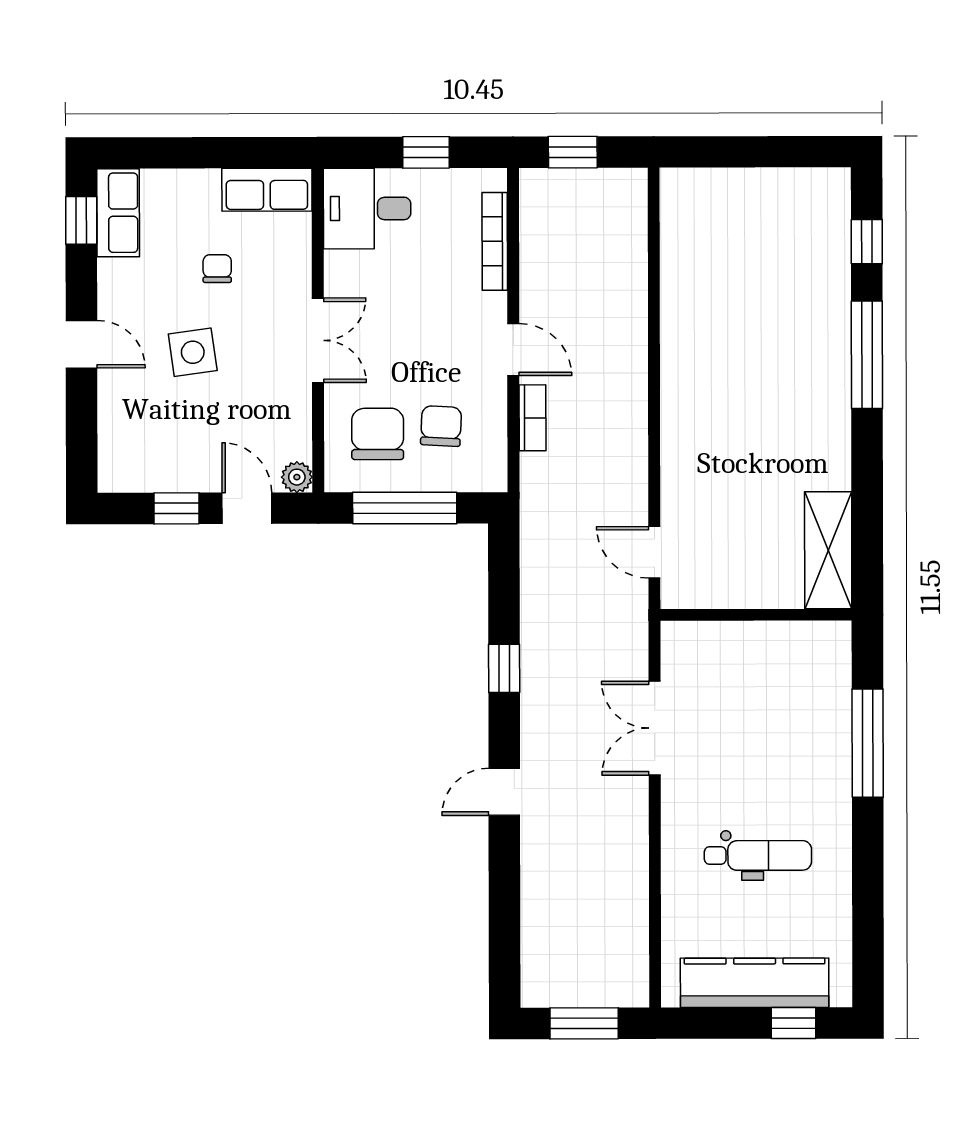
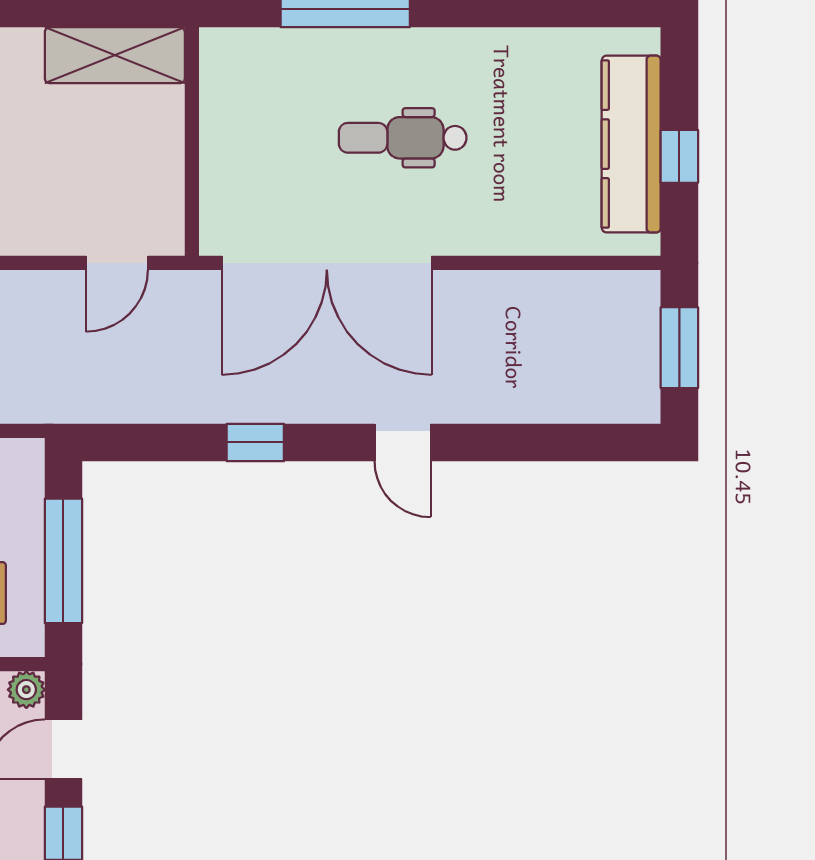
double door: (655, 728) -> (327, 263), width x1.87
dental chair: (758, 855) -> (403, 138), moved, turned -90
window: (793, 1023) -> (679, 156), moved

